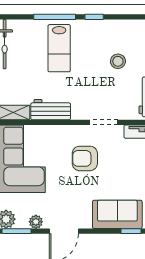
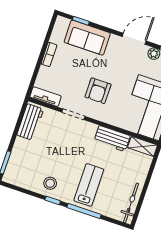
stool: (118, 61) -> (50, 183), moved
armchair: (85, 158) -> (98, 91), turned 90

